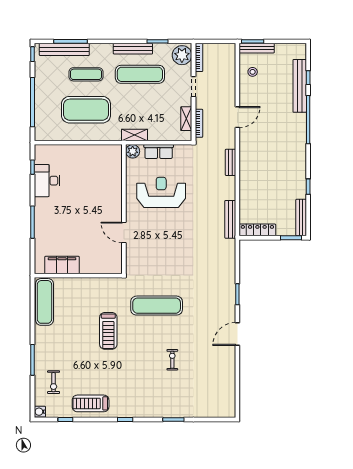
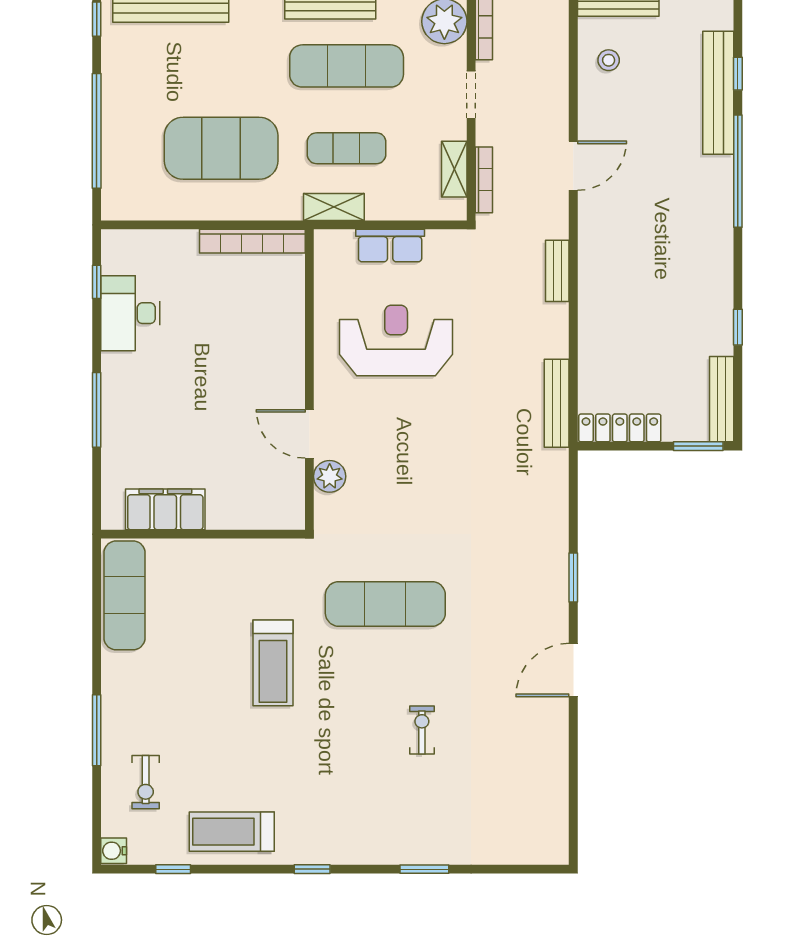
exercise mat: (86, 74) -> (347, 148), moved
bookcase: (99, 150) -> (252, 241), added
plant: (133, 151) -> (330, 476), moved

